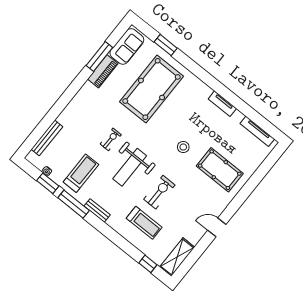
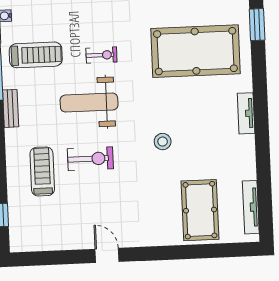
tv unit: (222, 104) -> (246, 113), moved
pool table: (220, 170) -> (200, 210), moved
treadmill: (144, 223) -> (42, 171), turned 180
shelving: (177, 257) -> (36, 240), removed

